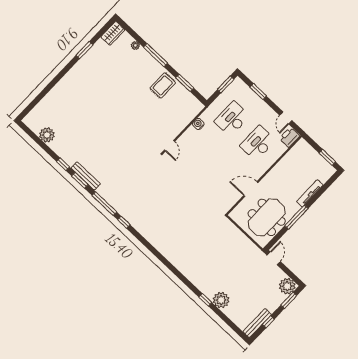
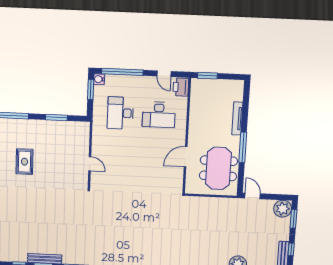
rug: (163, 85) -> (24, 162), moved
window: (258, 92) -> (122, 72), width x2.11
water cooler: (198, 124) -> (99, 79), moved
desk: (258, 143) -> (159, 115), turned -90
door: (169, 146) -> (90, 164), moved
window: (327, 157) -> (207, 76), moved

